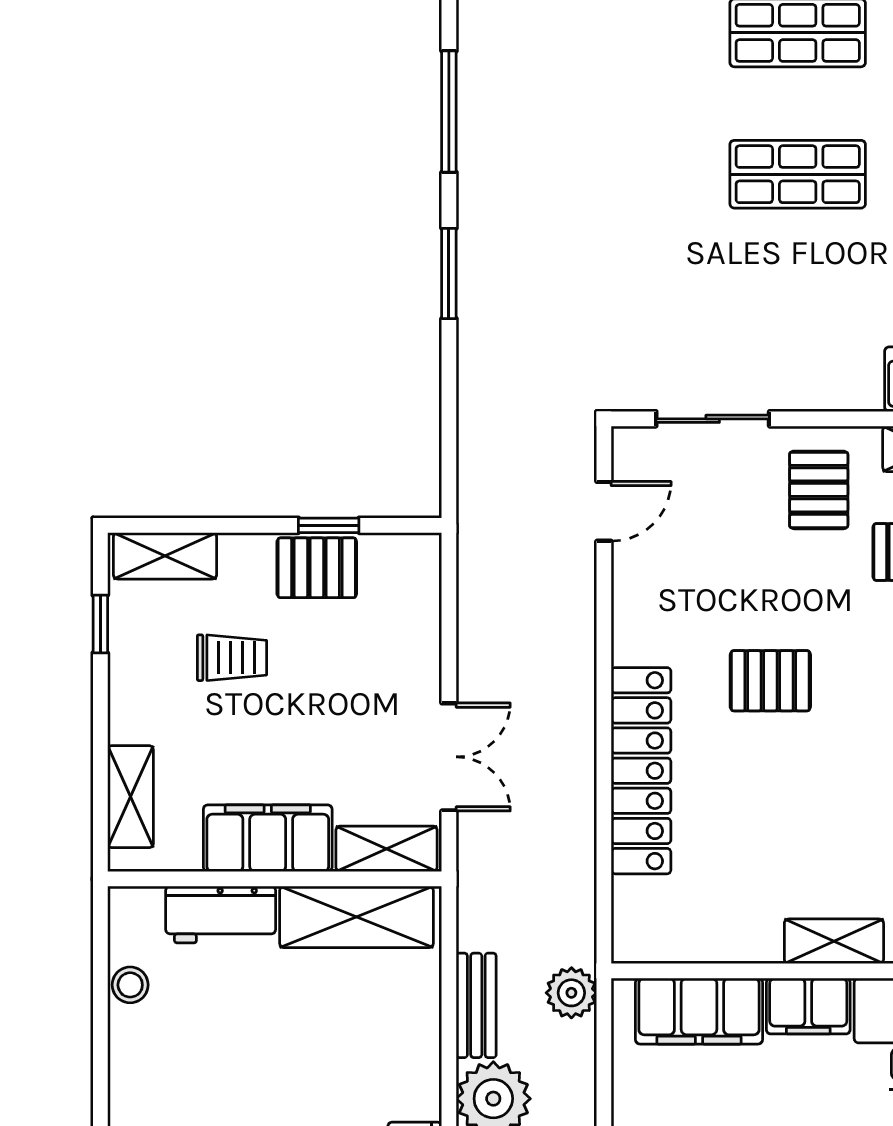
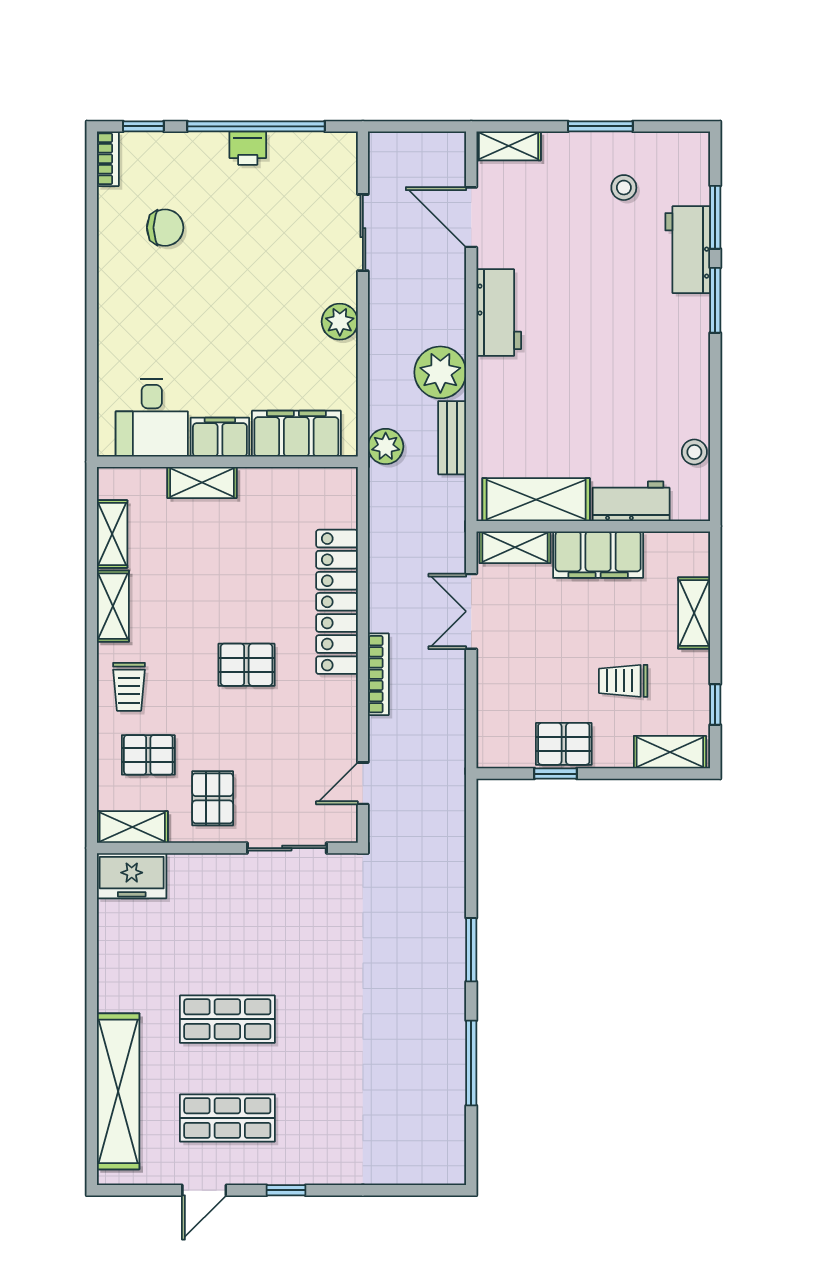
bookcase: (582, 667) -> (378, 674), added
shelving: (130, 797) -> (694, 613), moved

